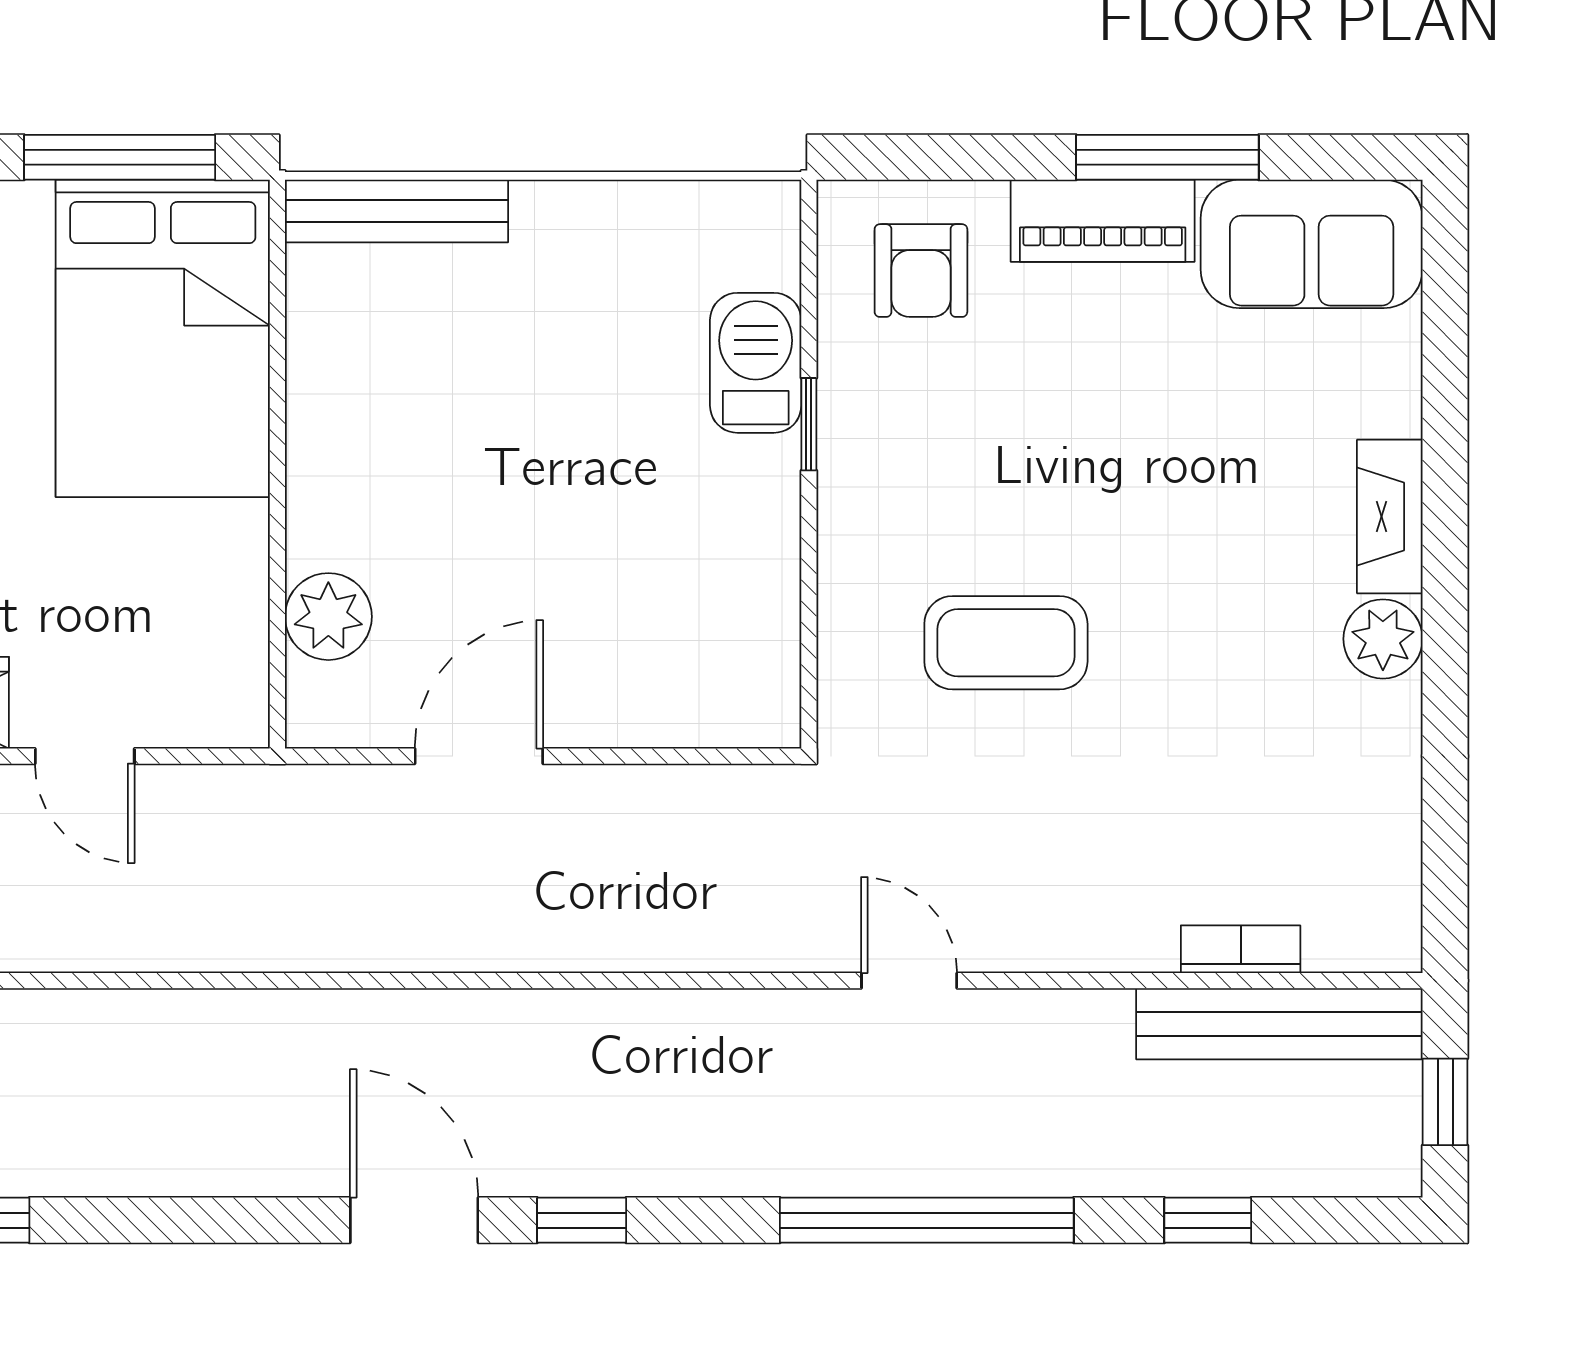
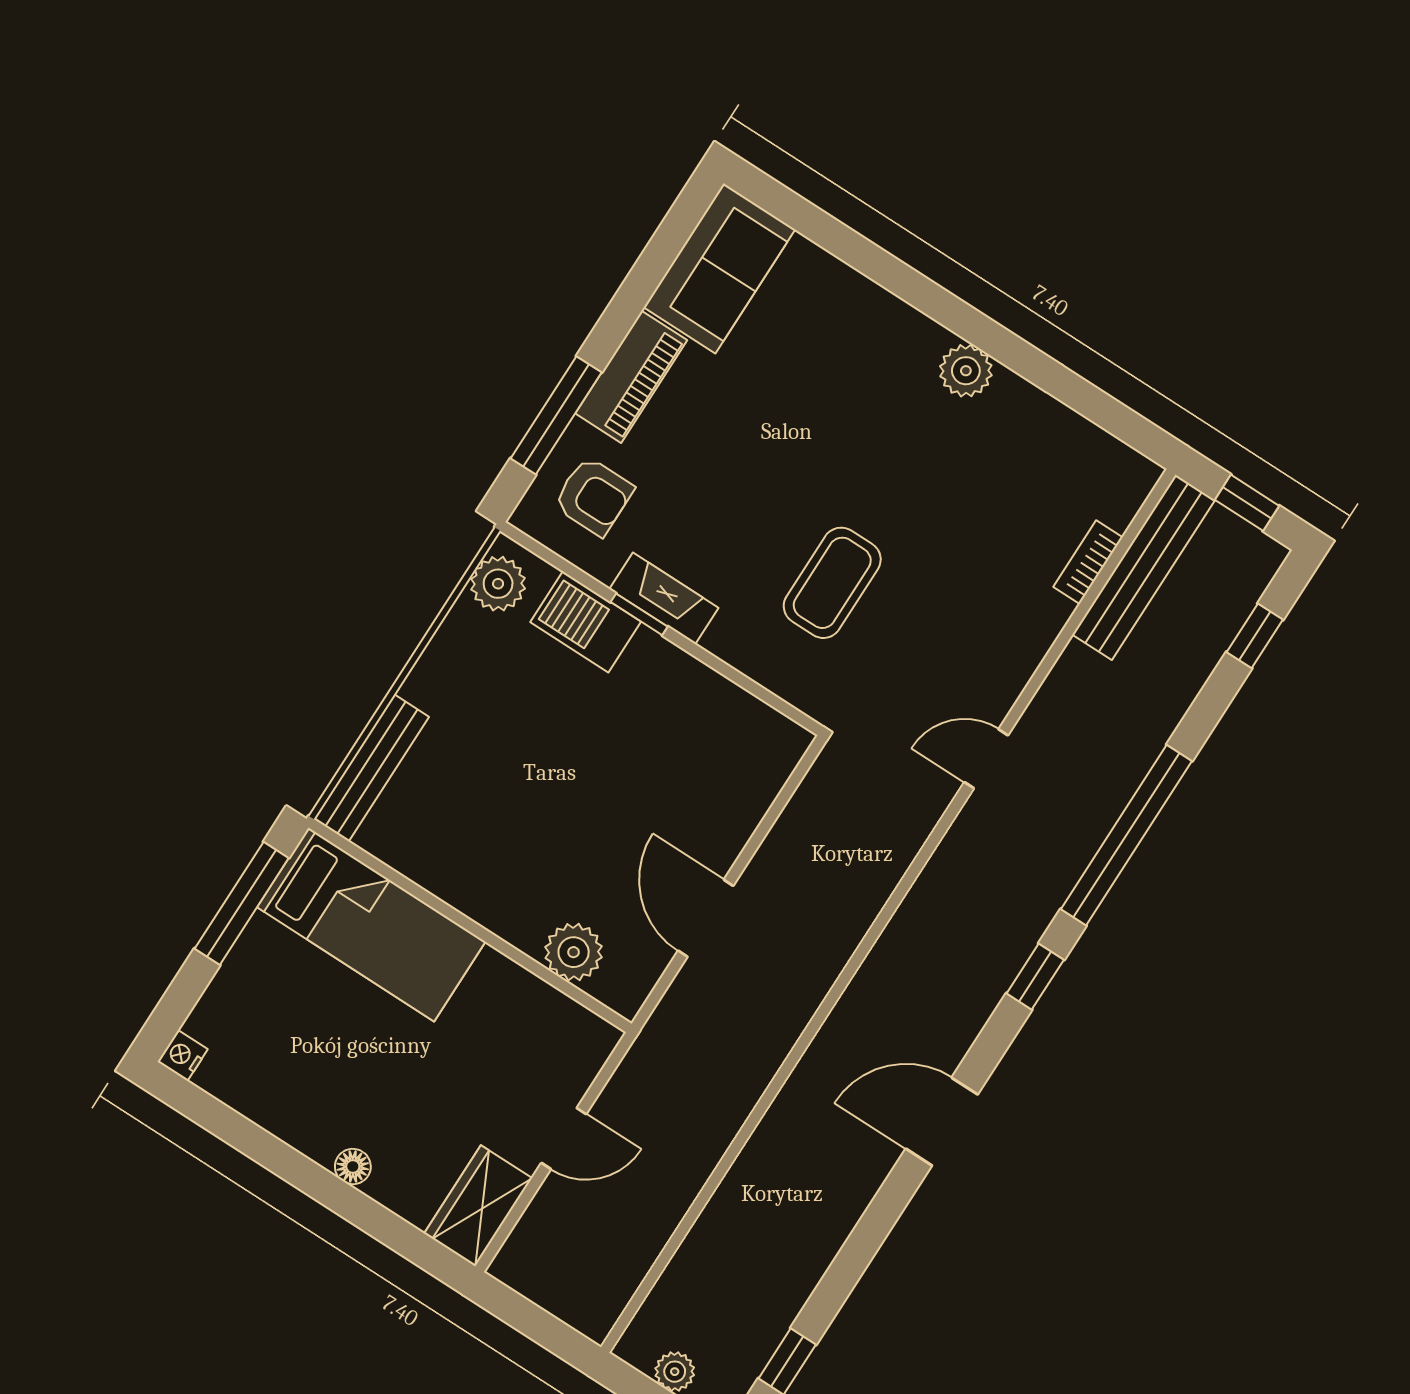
window: (1167, 157) -> (556, 415), moved
plant: (733, 221) -> (498, 584), added
bed: (163, 338) -> (371, 924), width x0.67
fireplace: (1390, 516) -> (664, 598), moved, turned 180
window: (582, 1220) -> (1035, 977), moved
window: (1208, 1220) -> (1255, 636), moved

